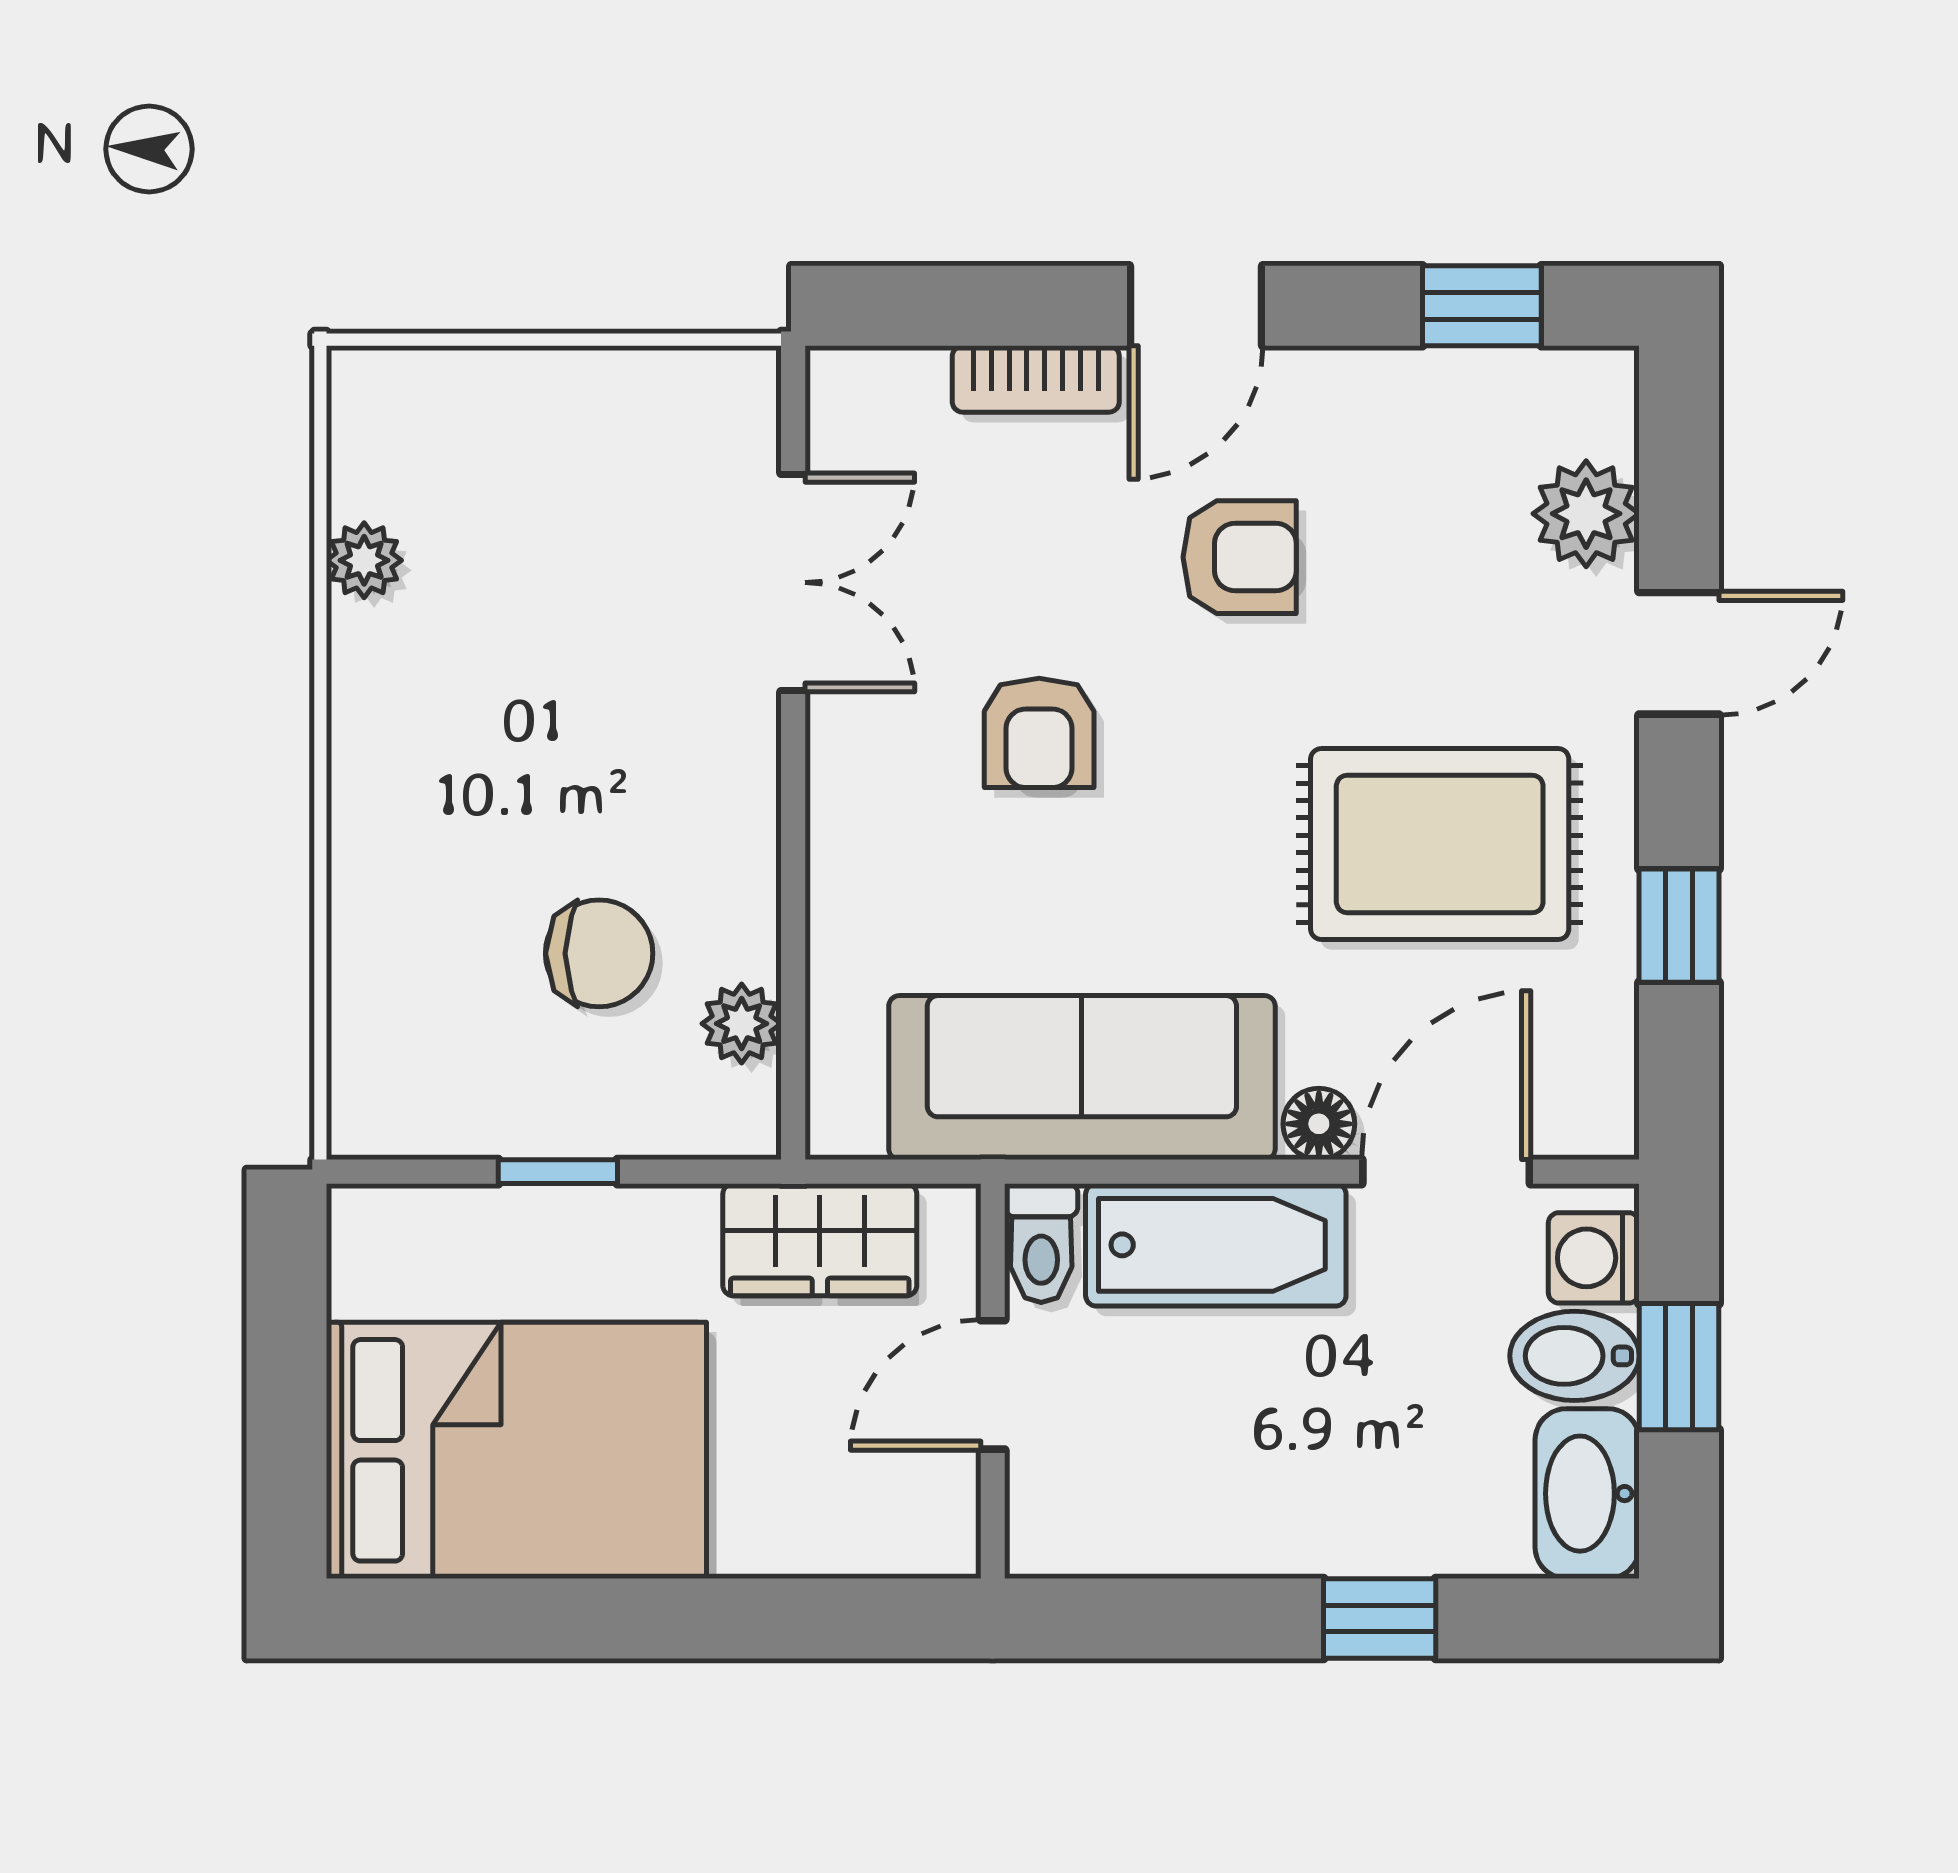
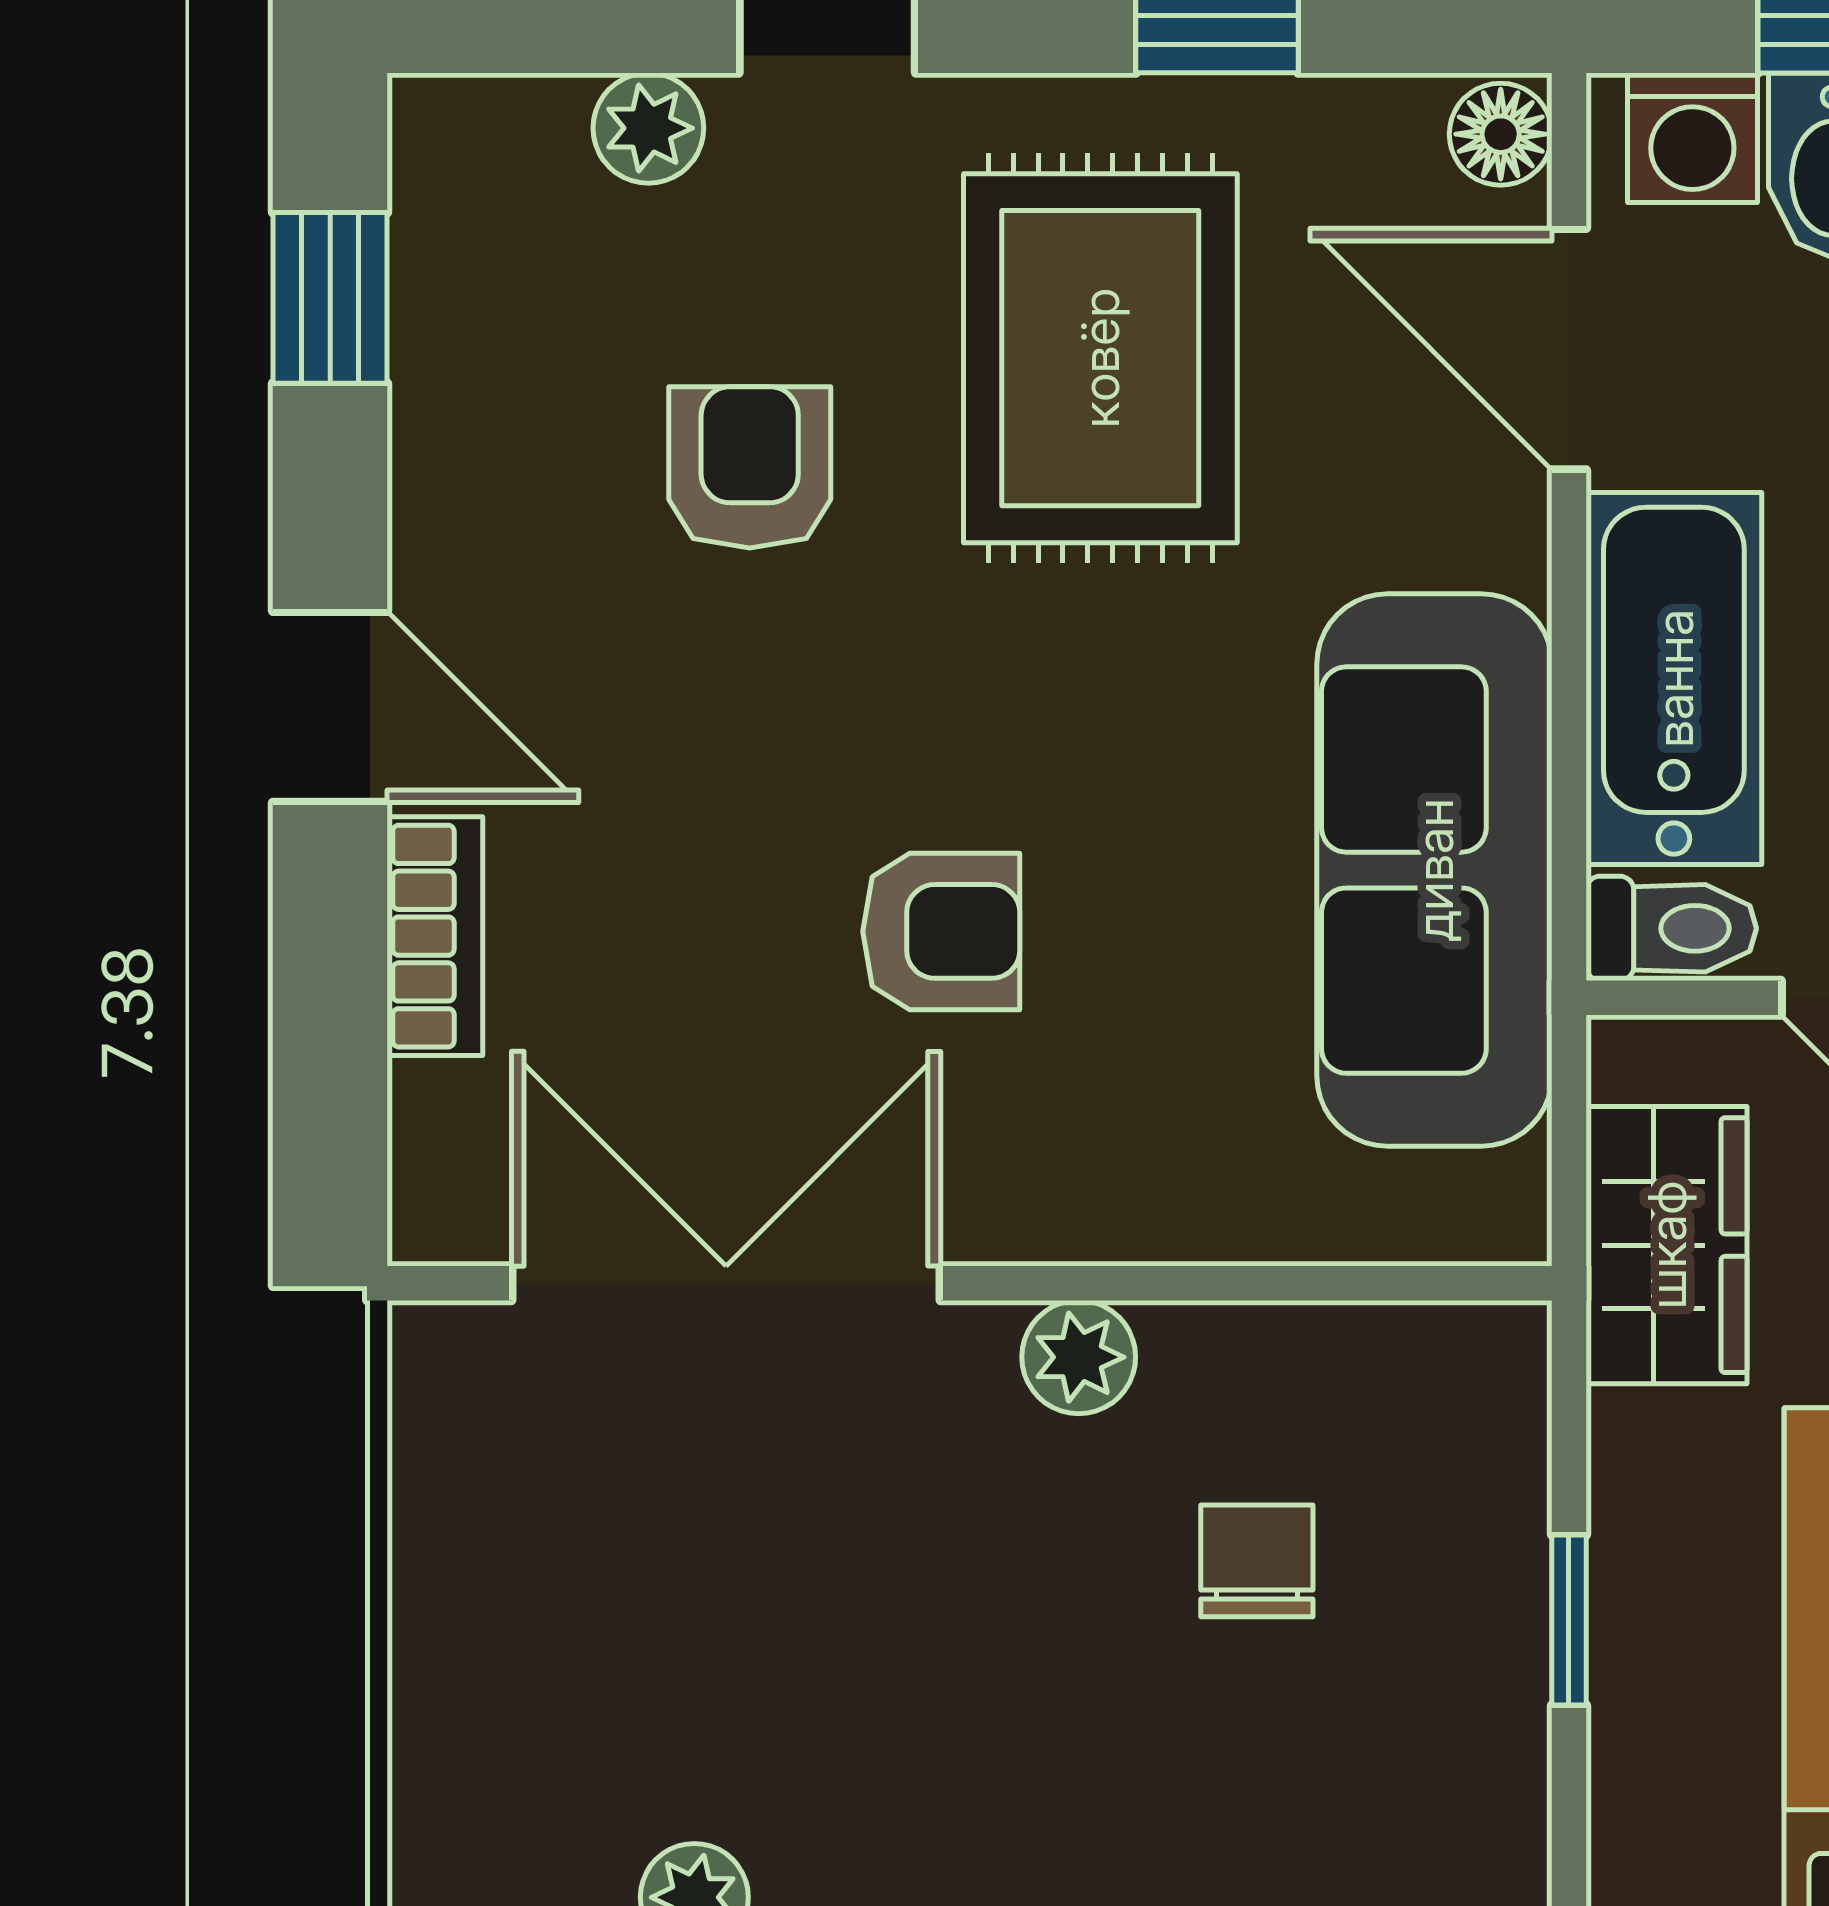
plant: (1586, 514) -> (648, 128), width x0.73, depth x0.73
armchair: (1240, 557) -> (750, 467), moved
double door: (793, 582) -> (726, 1283), width x1.37
chair: (599, 953) -> (1257, 1561), width x0.73, depth x0.73
plant: (742, 1024) -> (1079, 1357), moved
floor lamp: (1319, 1124) -> (1501, 134), moved

